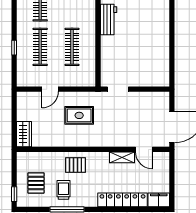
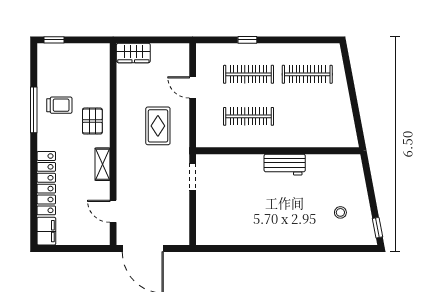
door: (144, 149) -> (113, 211), hinge flipped
shelving: (122, 157) -> (103, 164), moved
pallet: (36, 183) -> (69, 69), removed

